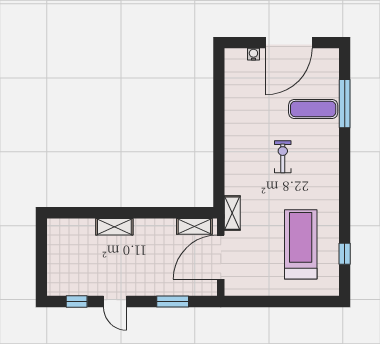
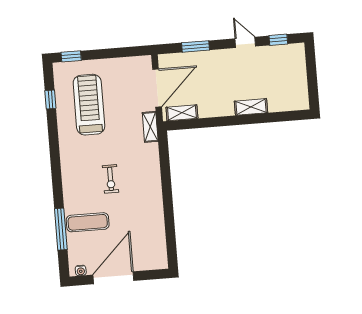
water cooler: (253, 54) -> (81, 270), moved
treadmill: (301, 244) -> (89, 105), turned 180
window: (317, 302) -> (71, 56), added

